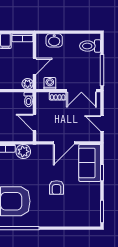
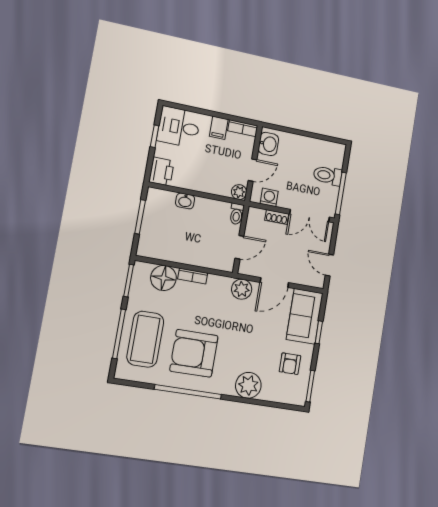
washbasin: (54, 40) -> (268, 144), moved, turned -90
toilet: (90, 46) -> (328, 176), moved
door: (35, 123) -> (239, 247), swing flipped
plant: (23, 152) -> (242, 289), moved
armchair: (57, 188) -> (290, 364), moved
plant: (57, 217) -> (248, 385), added

